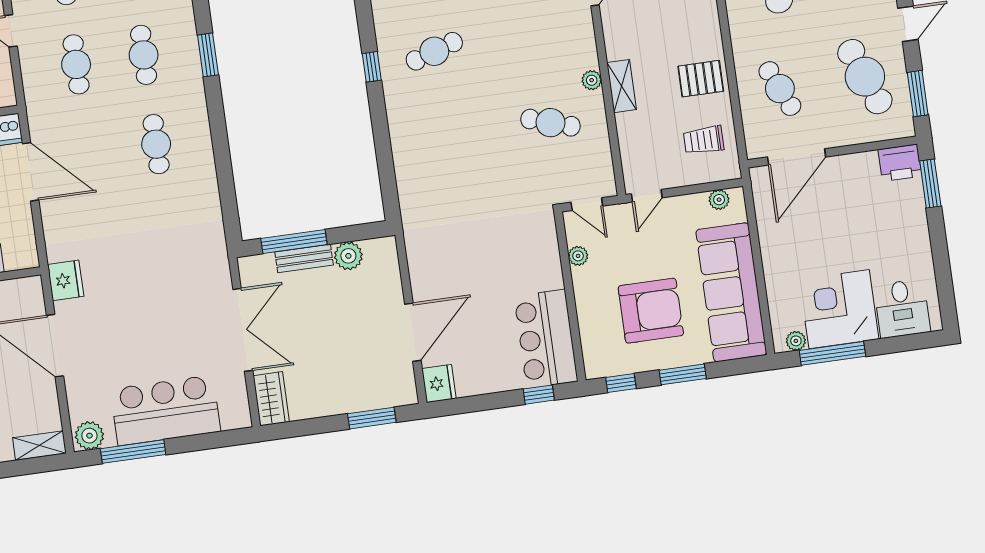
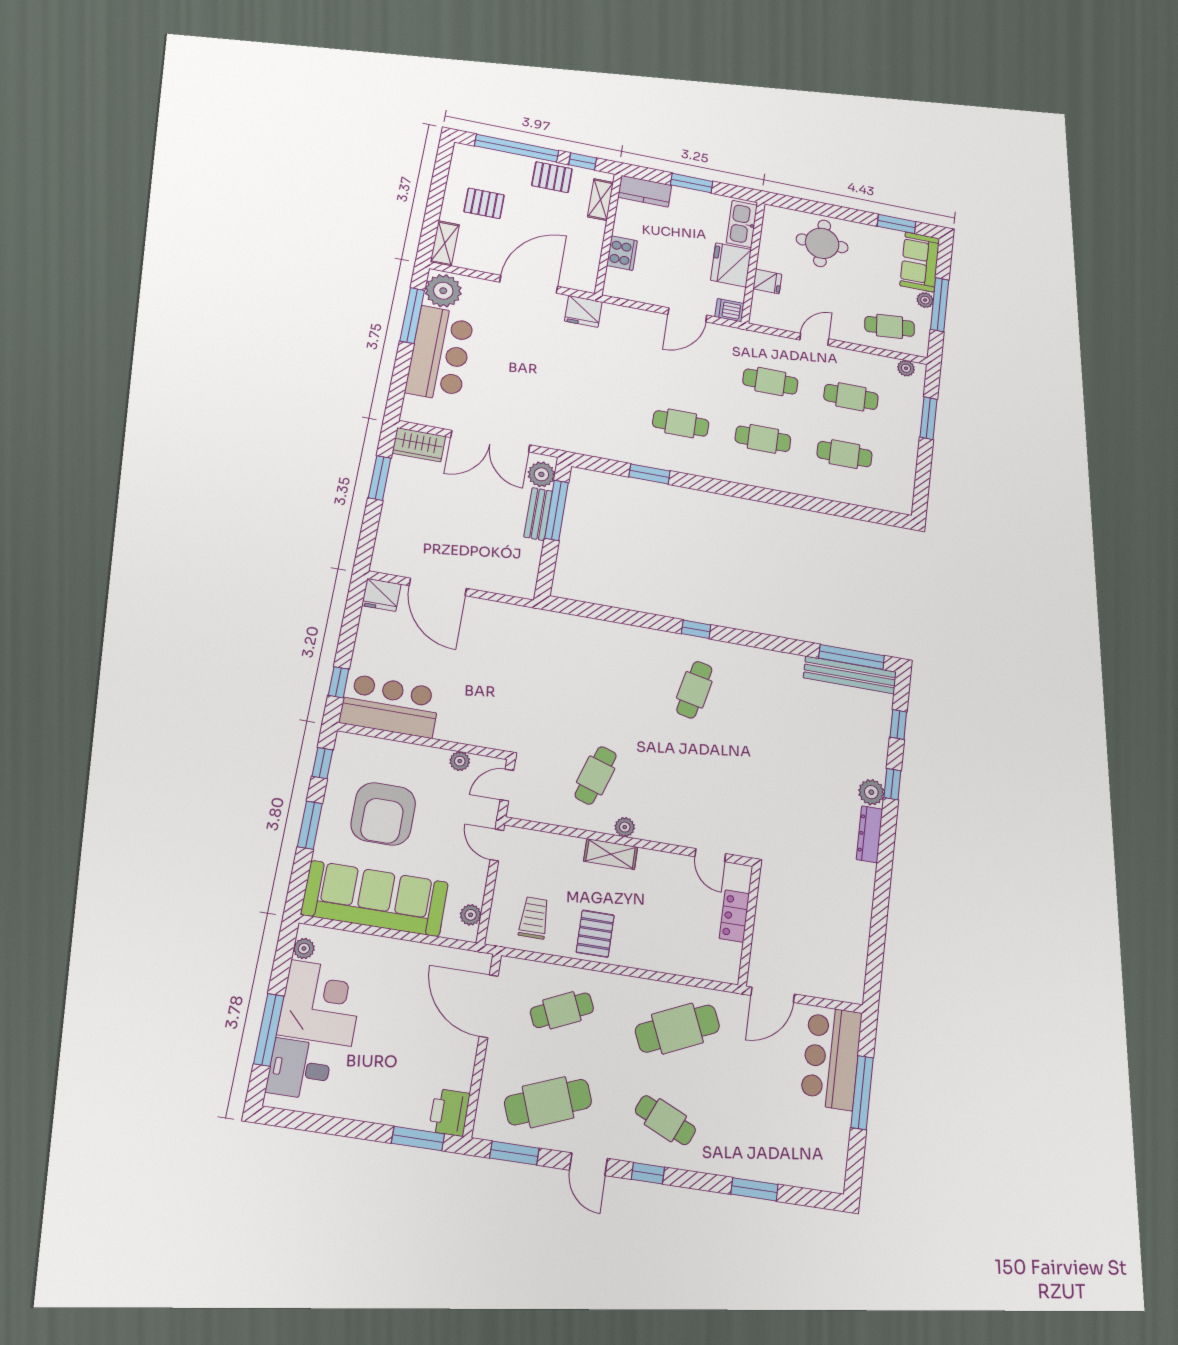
cafe table: (434, 51) -> (694, 690), turned 30
window: (208, 55) -> (649, 474), moved
door: (31, 172) -> (687, 315), width x0.73
plant: (348, 256) -> (541, 474), moved
window: (832, 353) -> (269, 1030), moved
window: (372, 418) -> (380, 478), moved
plant: (89, 436) -> (443, 291), width x1.36, depth x1.36

